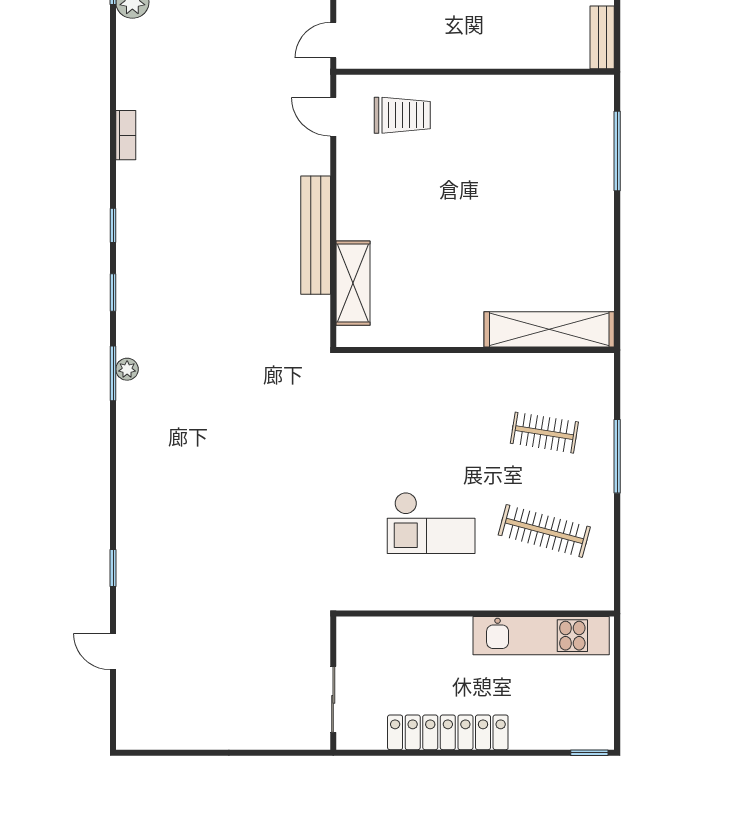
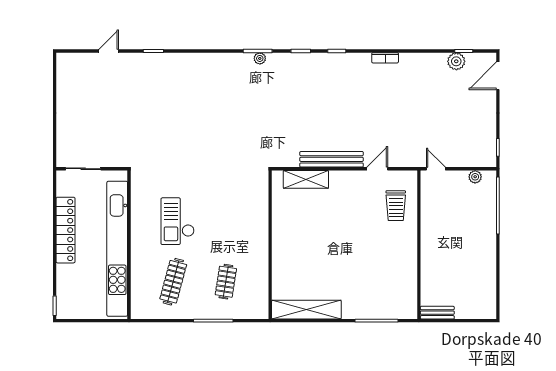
door: (333, 117) -> (377, 169), moved
shelving: (549, 329) -> (306, 310), moved, turned 90
kitchen unit: (541, 636) -> (117, 249), width x1.86

